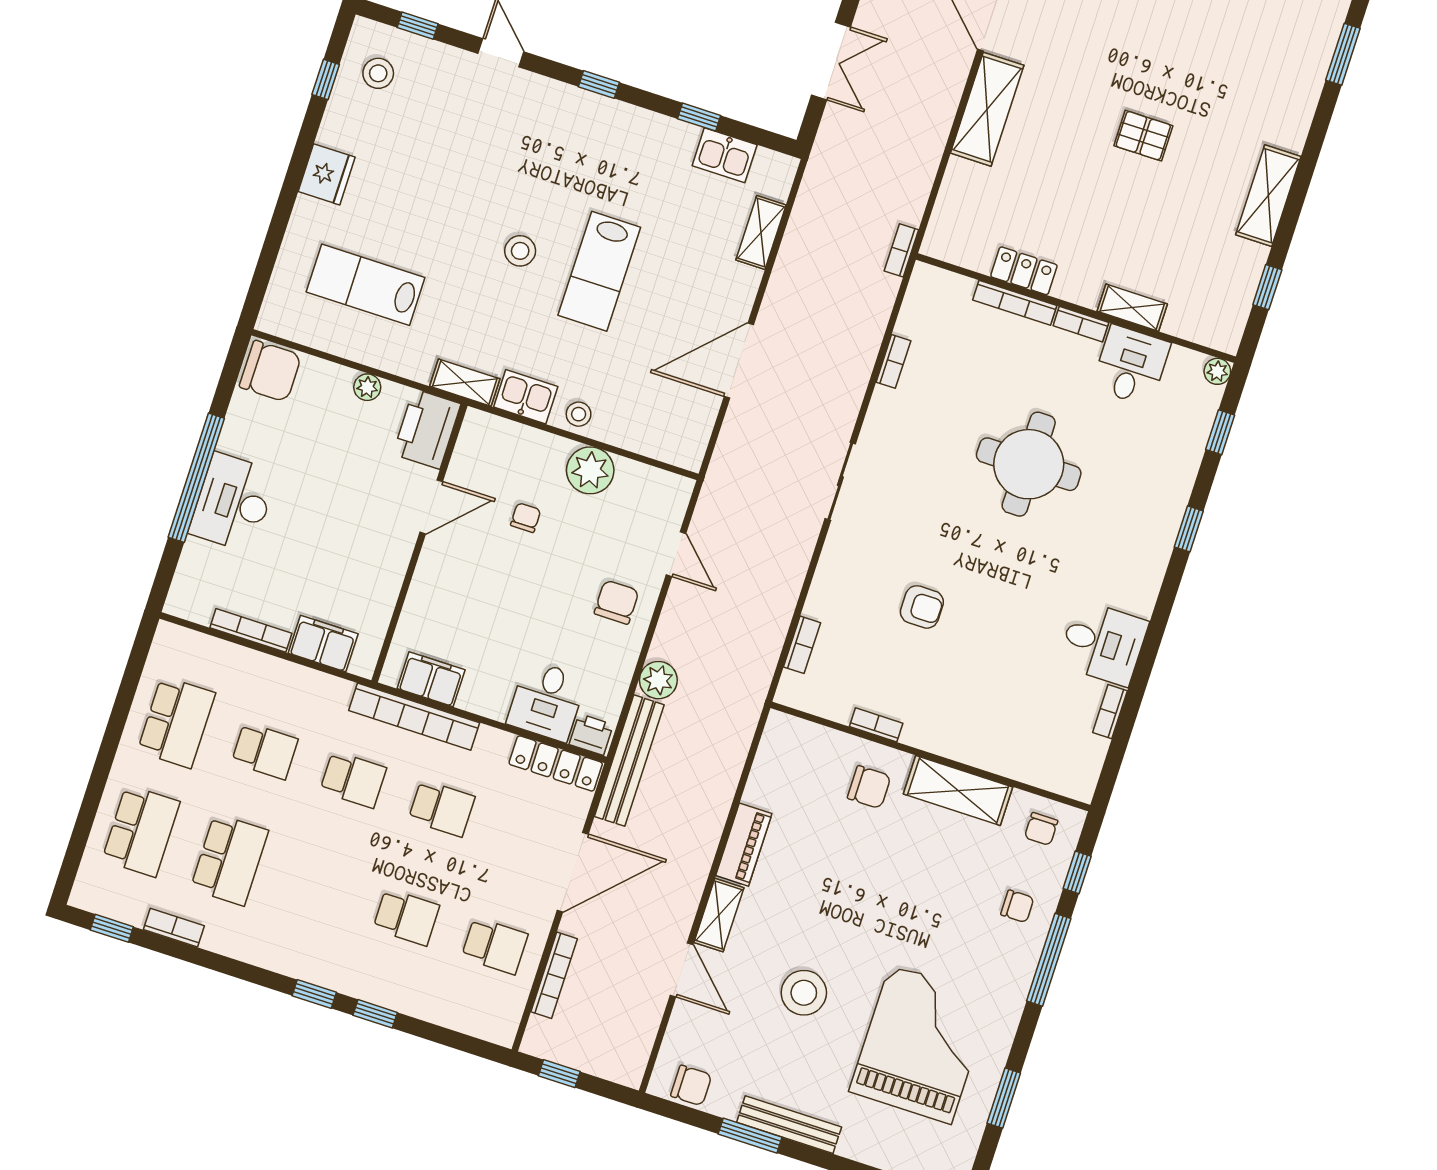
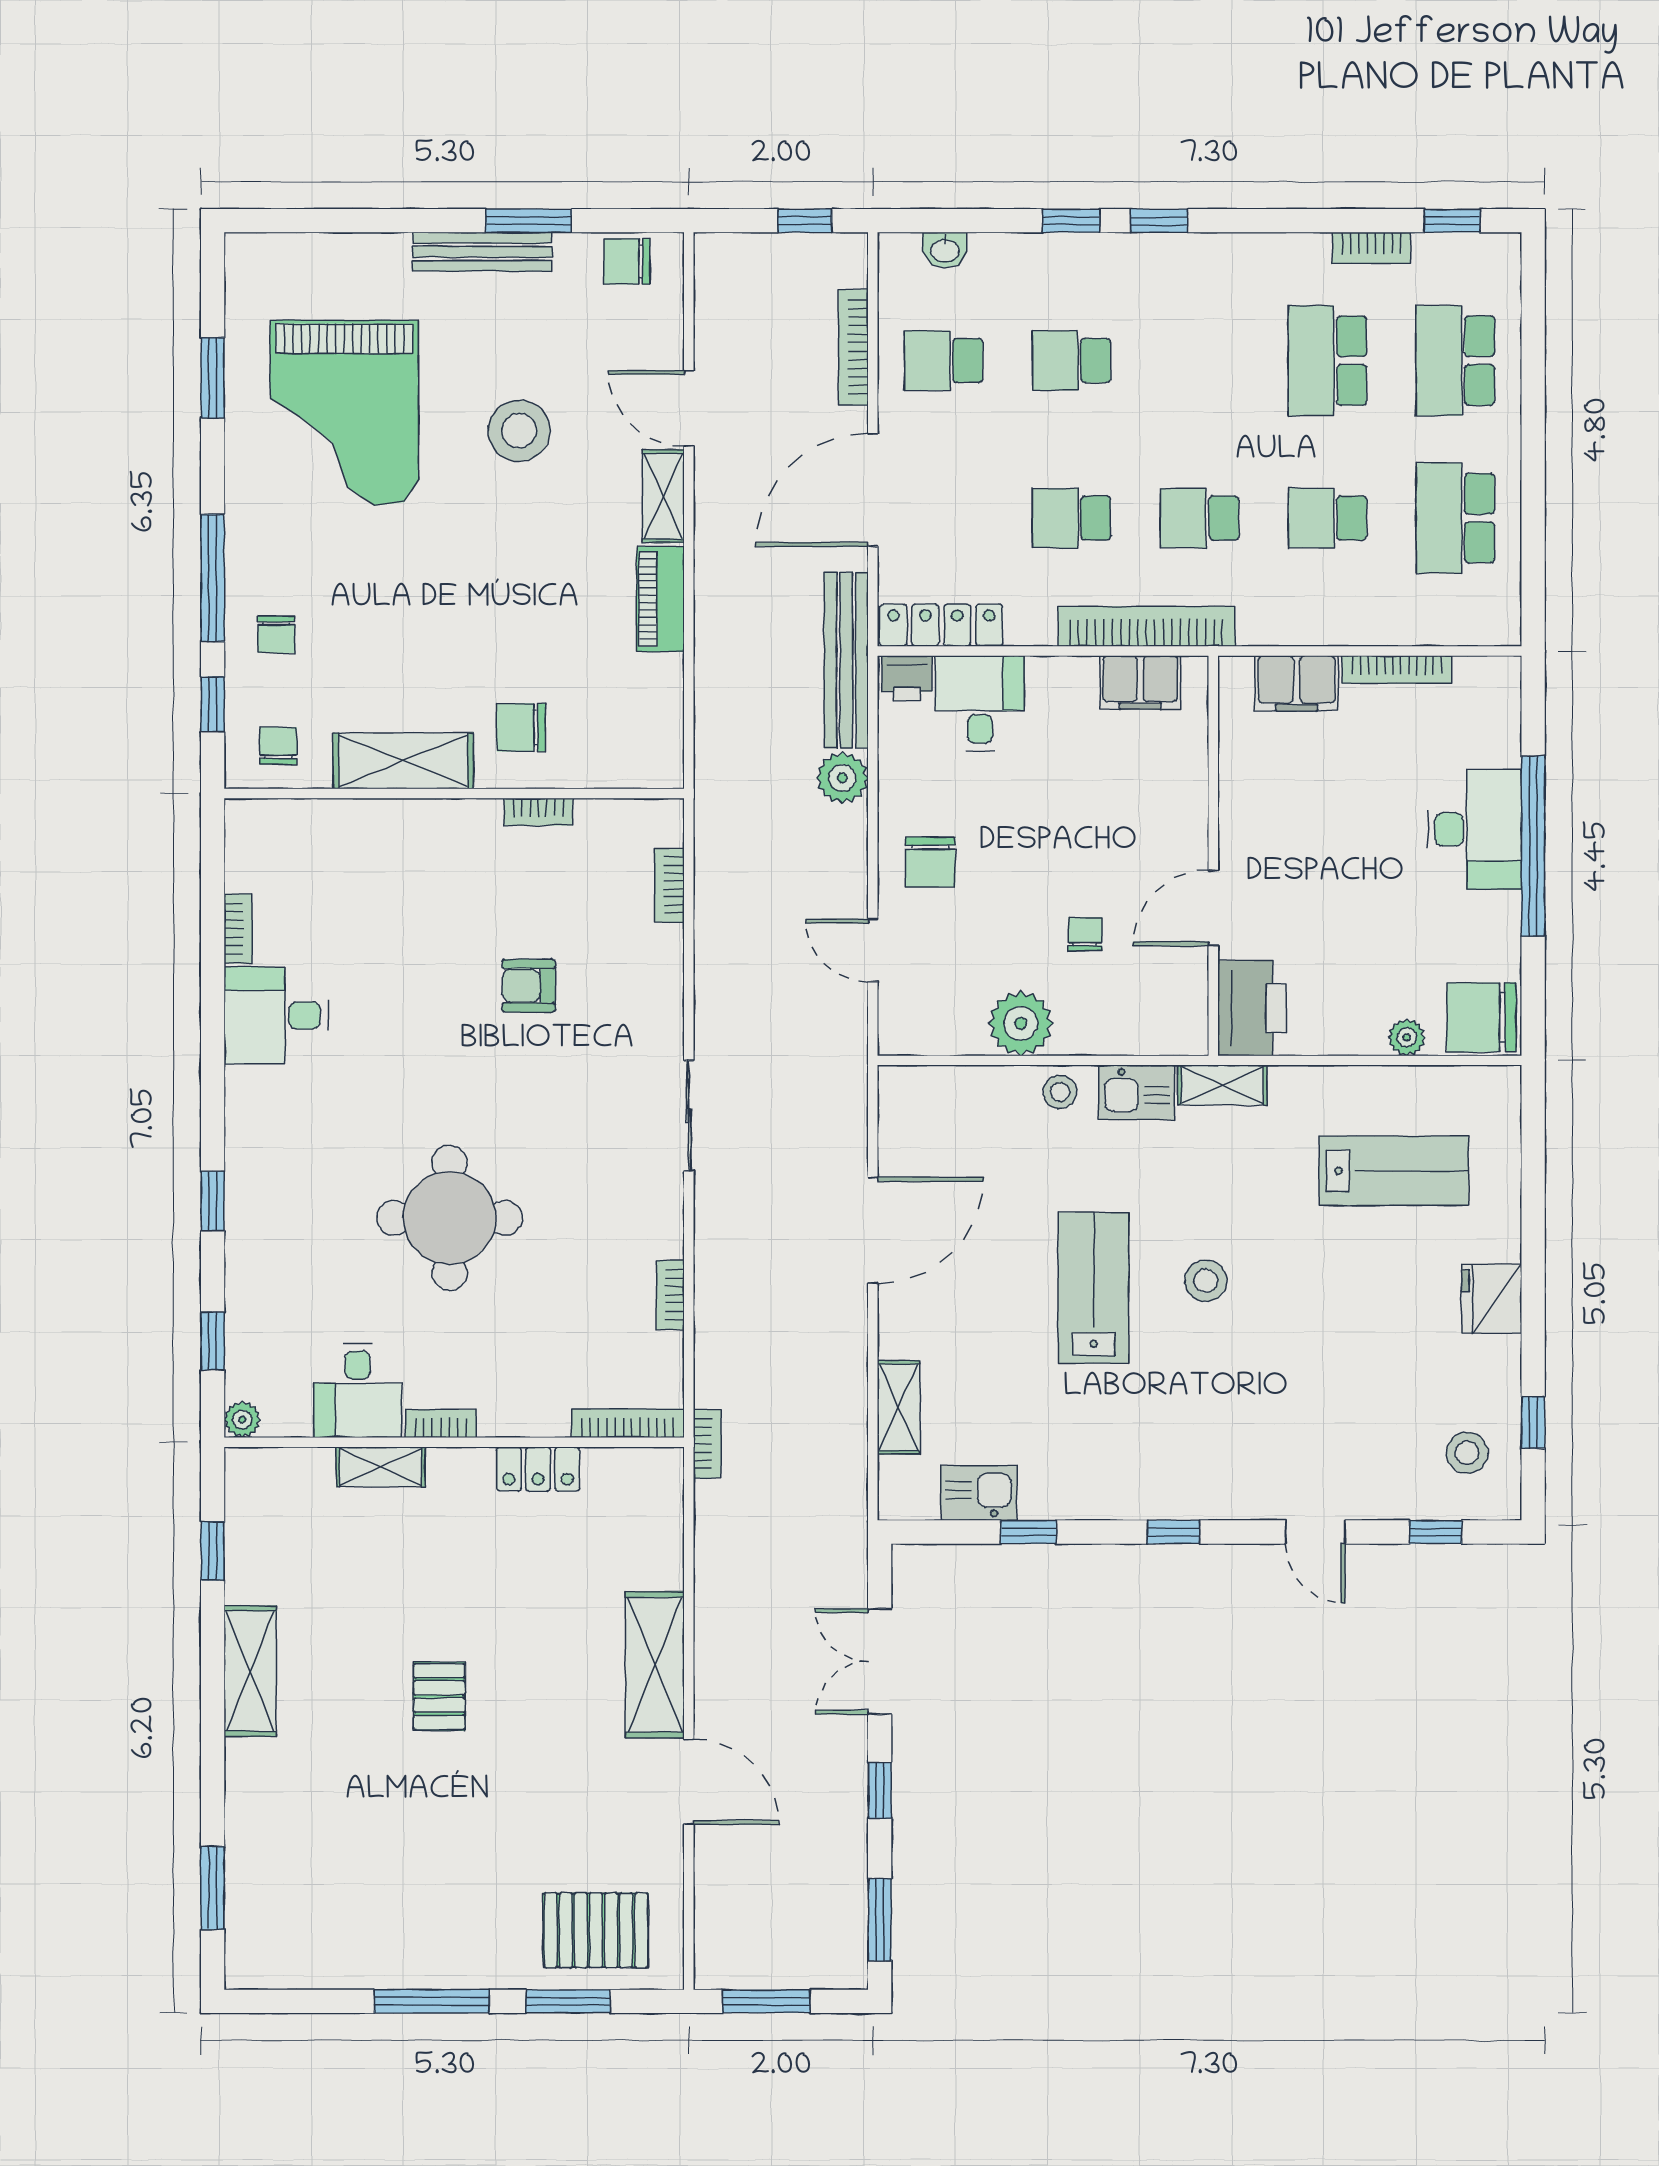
pallet: (1143, 136) -> (439, 1697), turned 90
bookcase: (1015, 303) -> (628, 1423), moved
plant: (367, 387) -> (1407, 1037), moved
chair: (526, 518) -> (1085, 934), turned 180
chair: (1017, 906) -> (276, 634), turned -90
washbasin: (469, 1022) -> (945, 250), added

